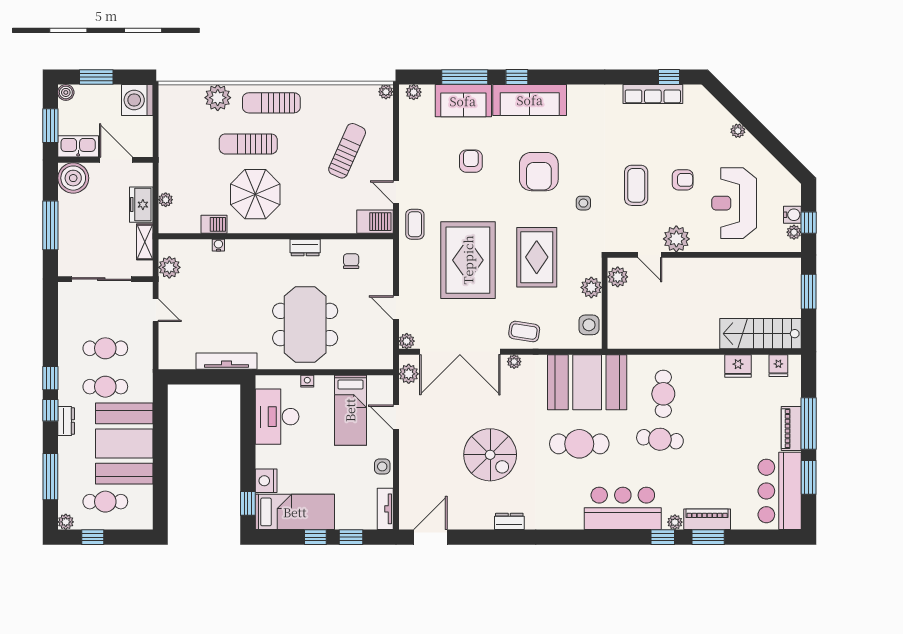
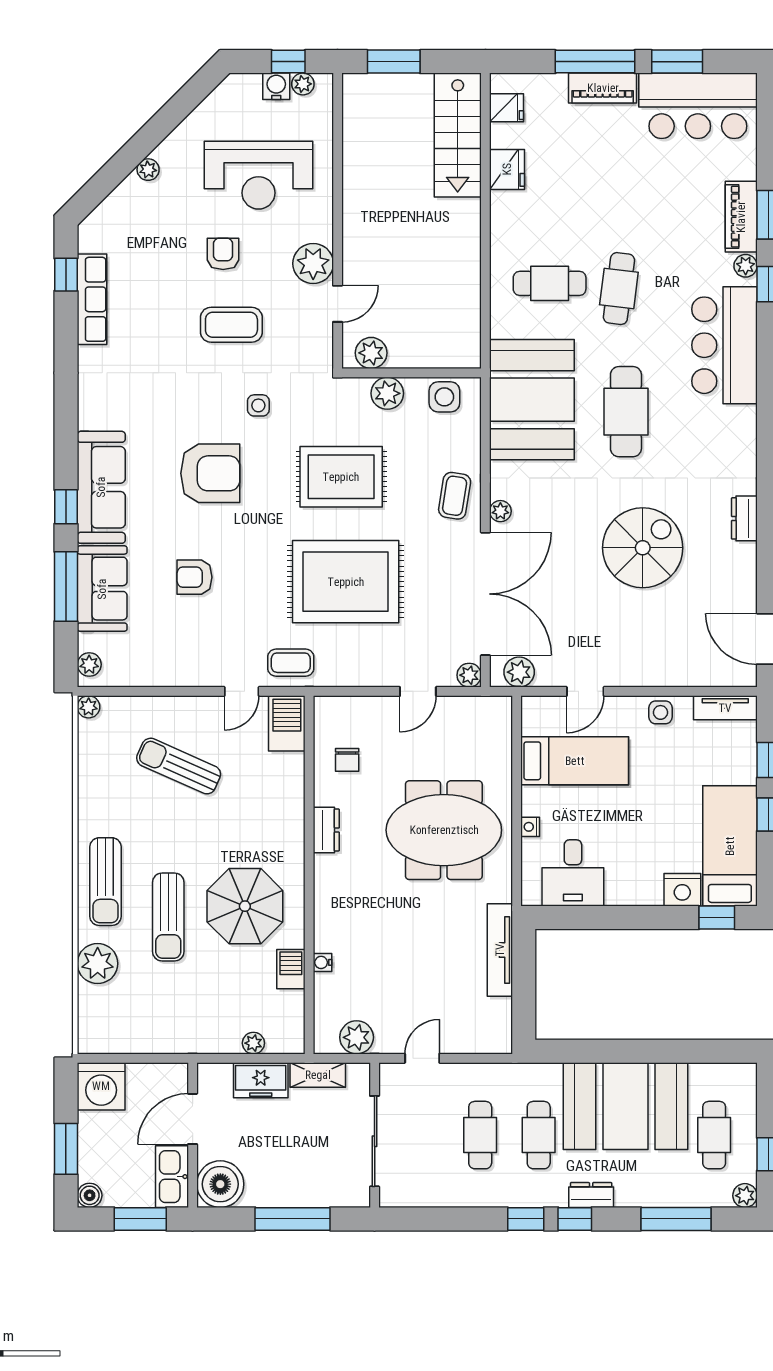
chair: (351, 261) -> (347, 760), turned -90
desk: (277, 417) -> (573, 873), width x0.73

